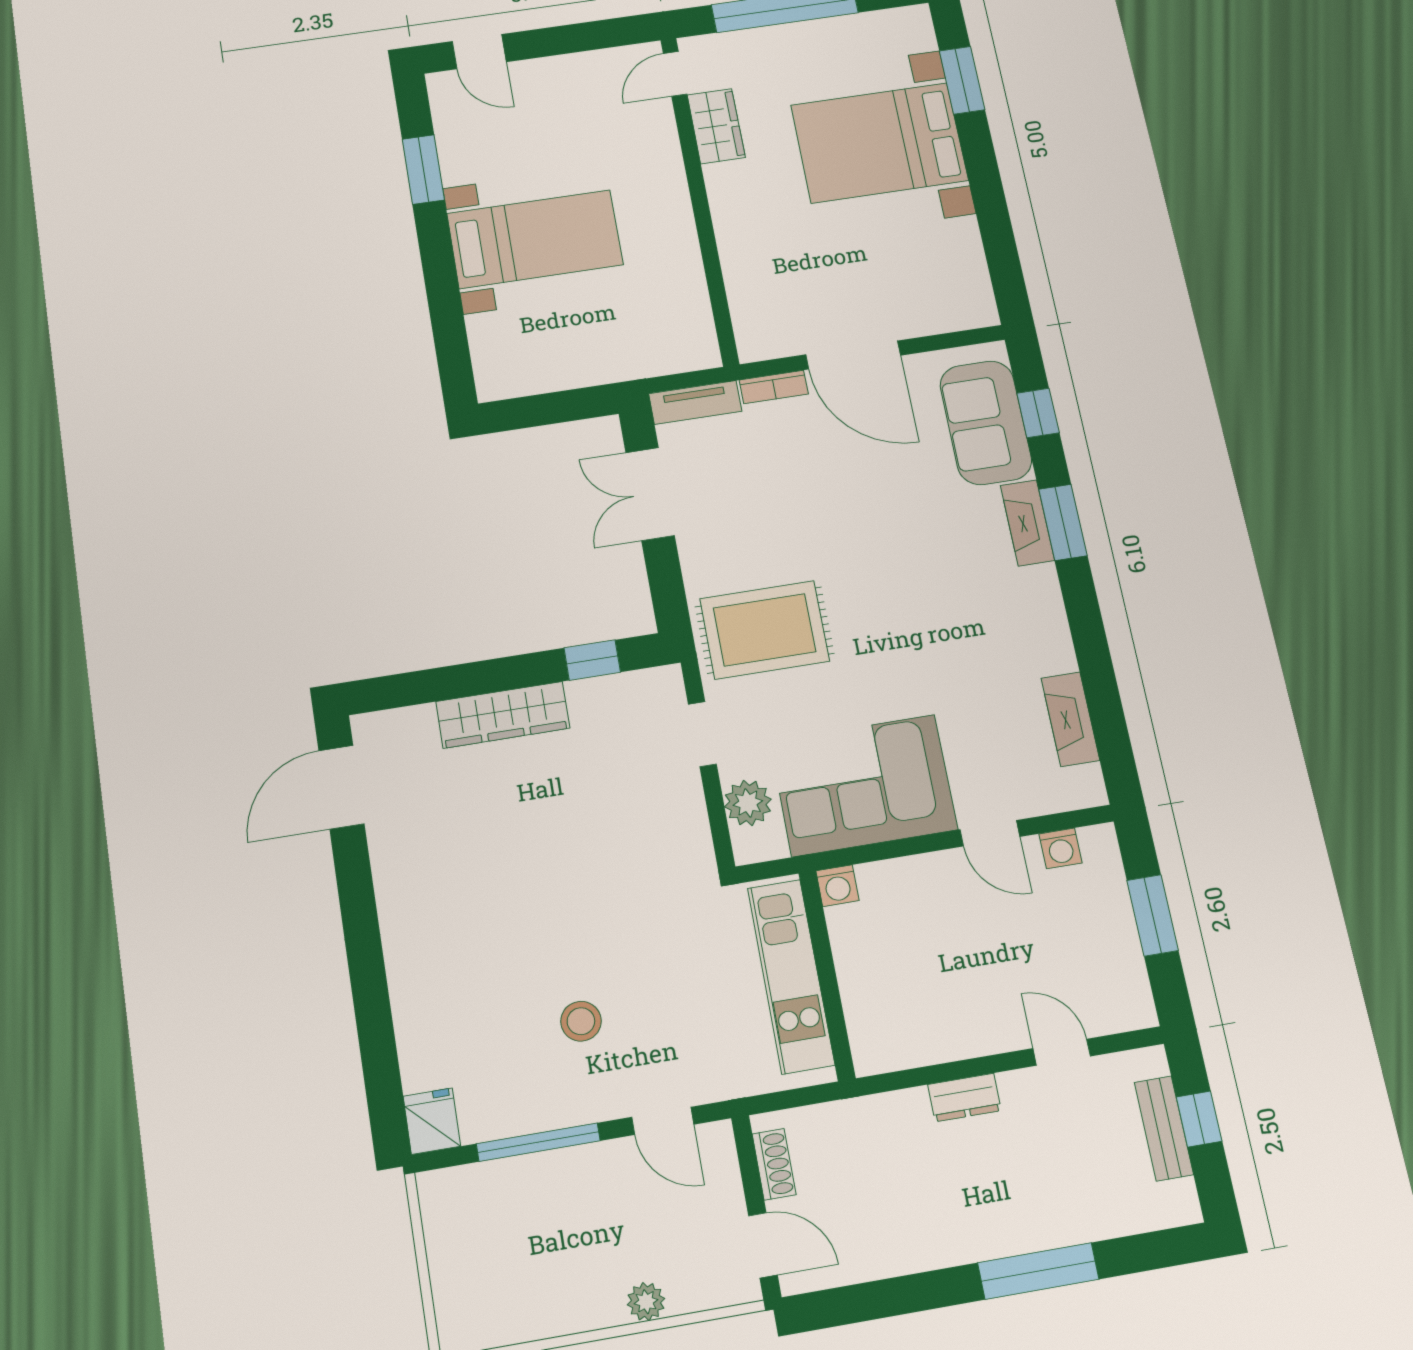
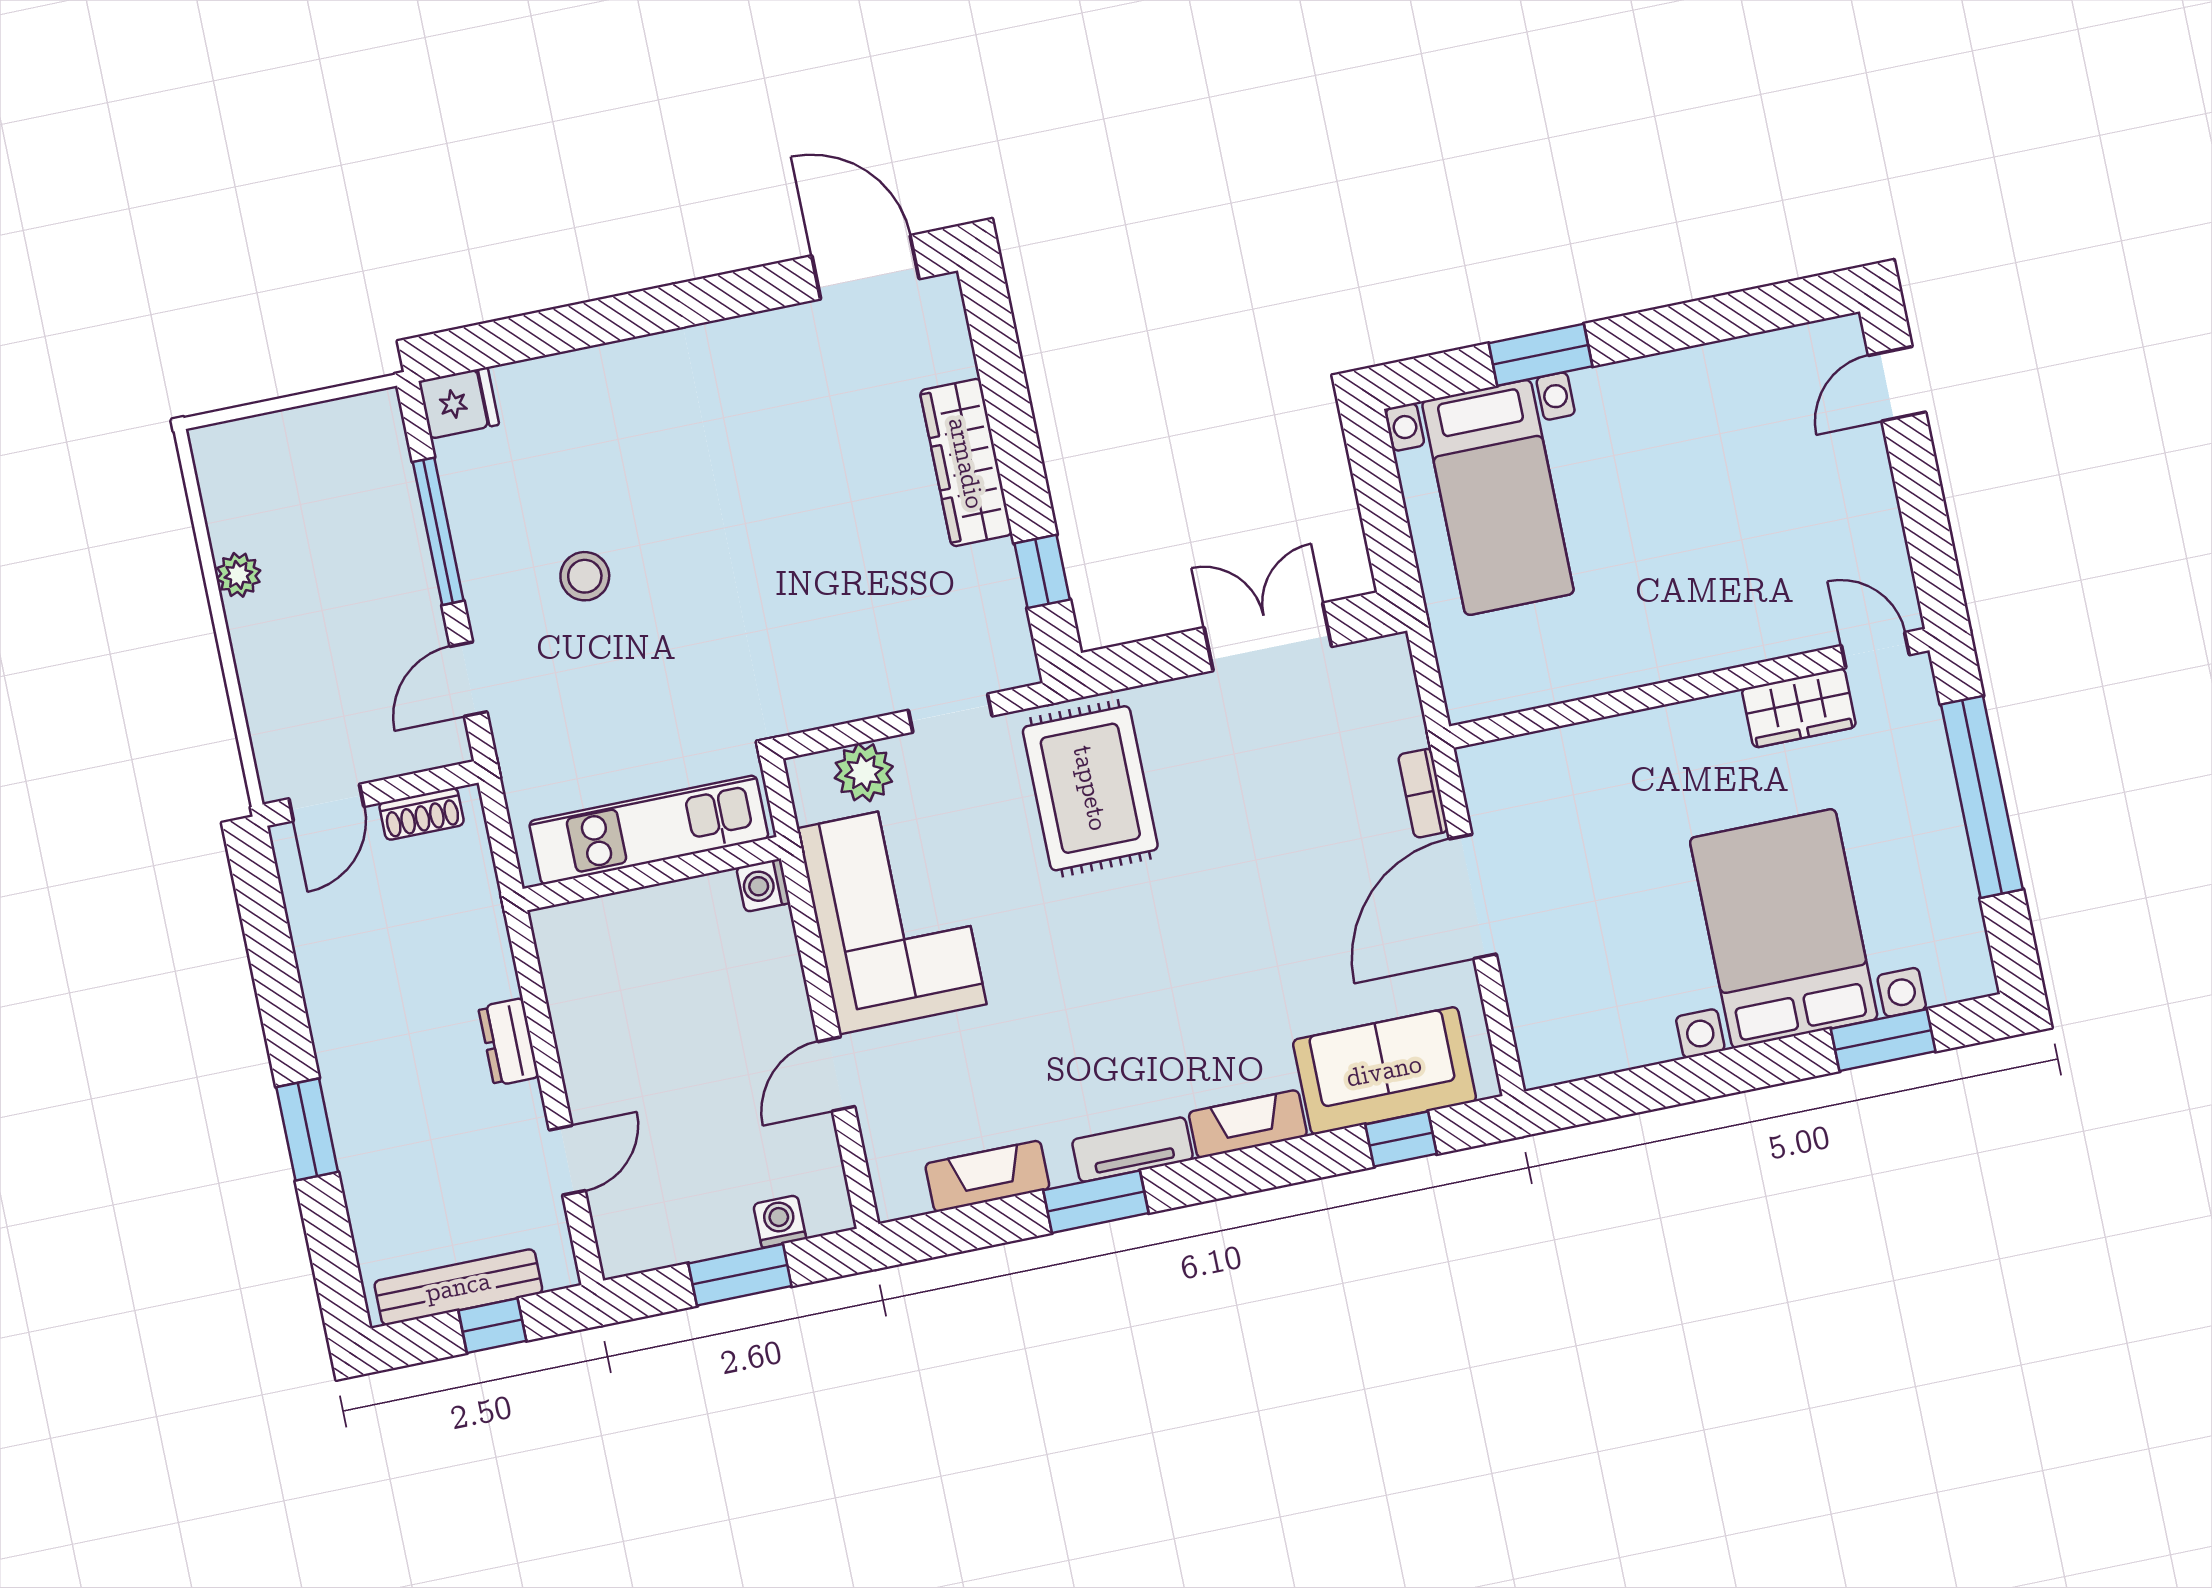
window: (423, 170) -> (1541, 355), moved
bed with nightstands: (535, 239) -> (1498, 497), moved
tv unit: (695, 402) -> (1133, 1150), moved, turned 90
window: (1063, 522) -> (1096, 1202), moved
washing machine: (1061, 848) -> (780, 1221), moved, turned 90
bench: (1164, 1128) -> (458, 1287), width x1.36
window: (1038, 1271) -> (307, 1129), width x0.69
plant: (646, 1302) -> (238, 575), moved

